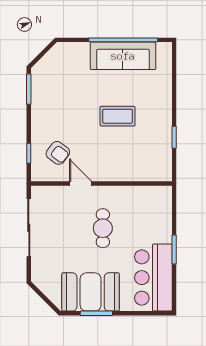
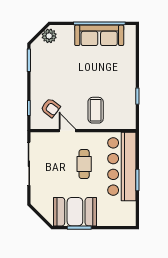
plant: (56, 57) -> (49, 36), added
coffee table: (118, 116) -> (96, 110), moved, turned 90
bar counter: (153, 278) -> (122, 167), moved, width x1.36

